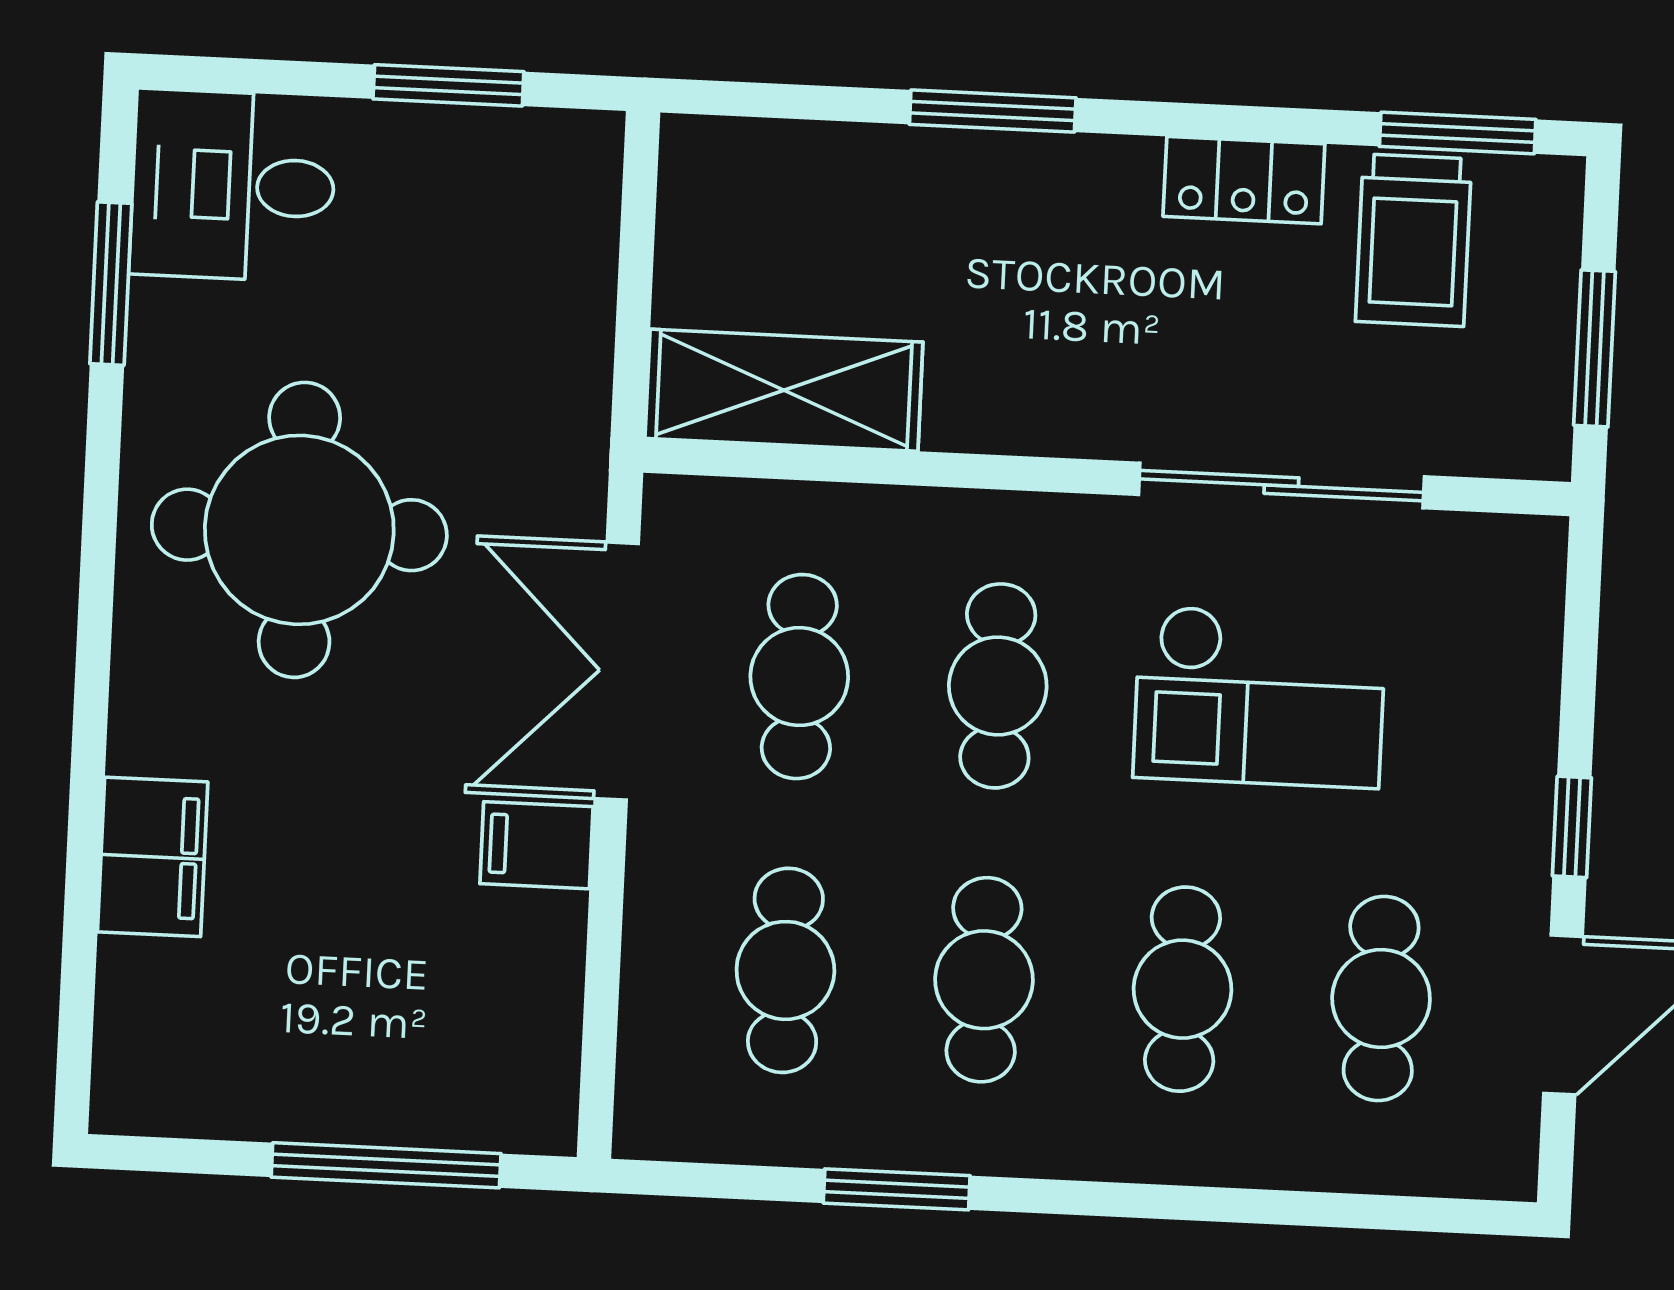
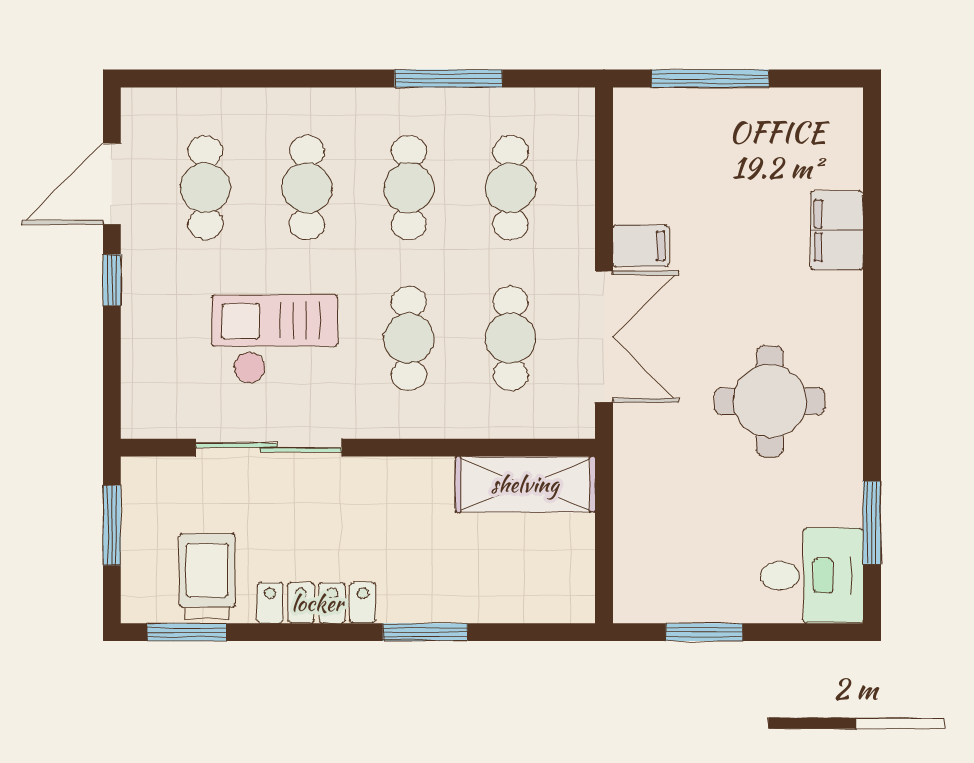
locker: (1244, 180) -> (317, 603), width x1.53
round table: (299, 530) -> (770, 401), width x0.73, depth x0.73
window: (897, 1189) -> (448, 78), width x1.44

